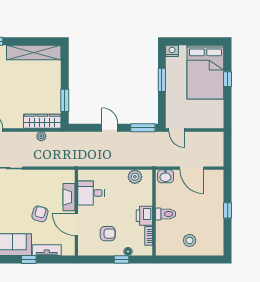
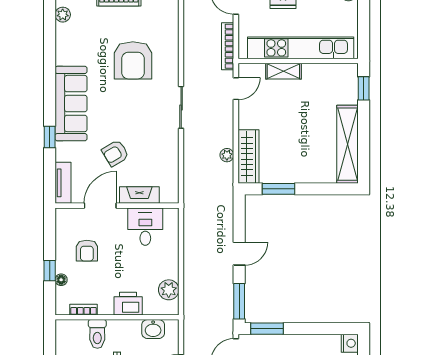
window: (162, 80) -> (267, 329), moved
washbasin: (165, 176) -> (153, 329), moved, turned -90
armchair: (40, 214) -> (115, 153), turned 133
toilet: (166, 214) -> (97, 334), moved
printer: (144, 216) -> (128, 304), moved
tv unit: (47, 250) -> (63, 183), moved

